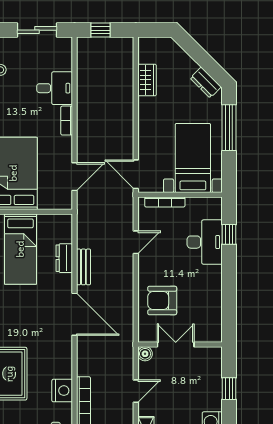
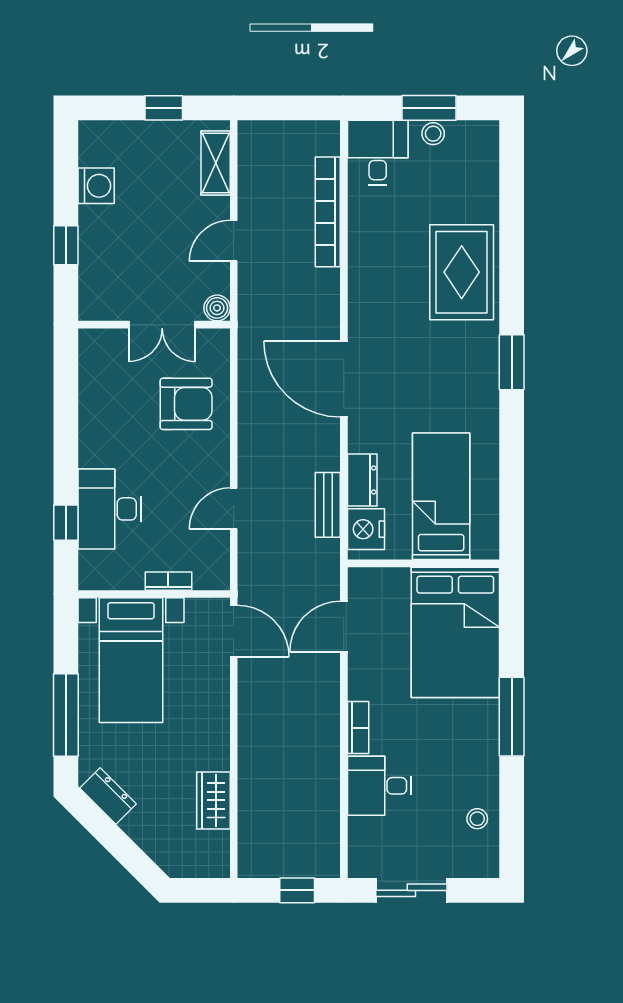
bookcase: (165, 202) -> (168, 581), width x0.64
bench: (83, 267) -> (328, 505), moved
nightstand: (62, 391) -> (366, 529), moved

